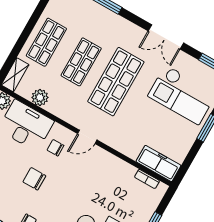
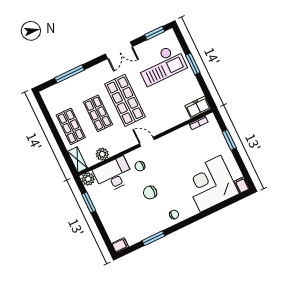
door: (87, 137) -> (147, 142), swing flipped
freezer: (158, 163) -> (198, 107), width x0.71

